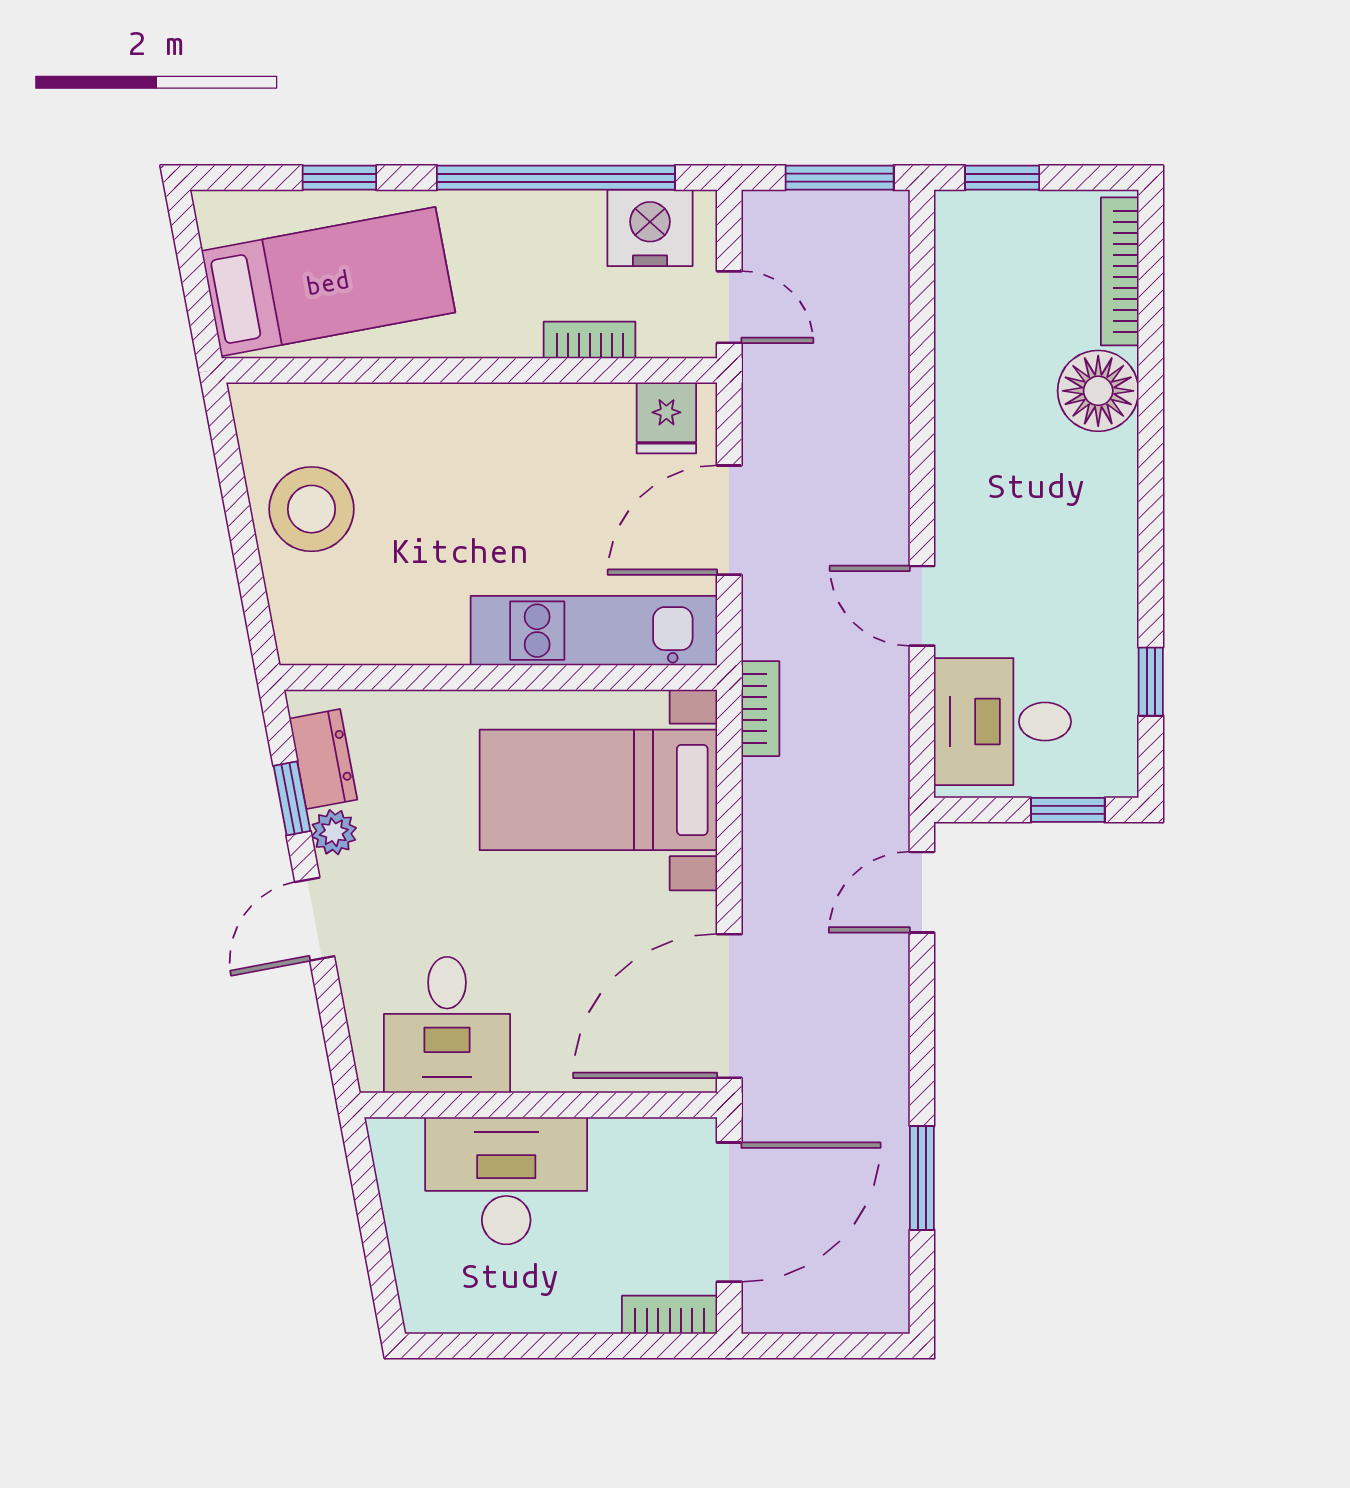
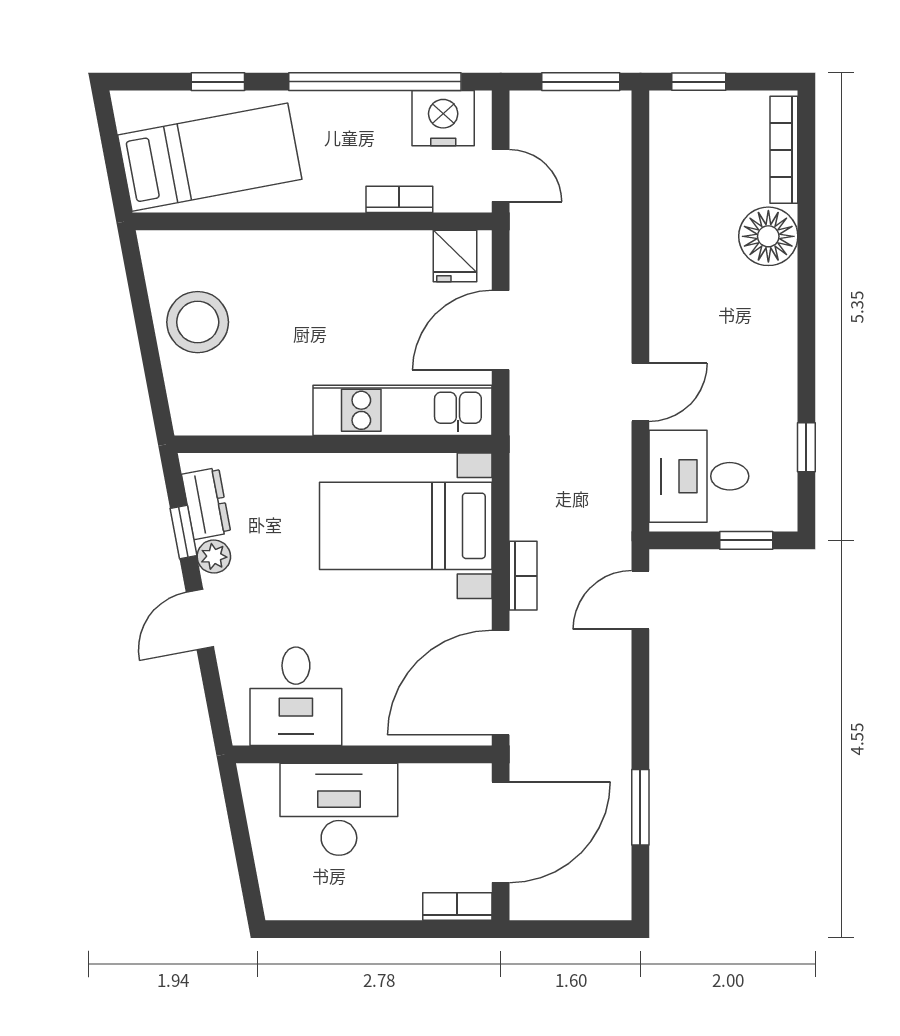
door: (922, 606) -> (640, 392), swing flipped
bookcase: (760, 709) -> (523, 576), moved

